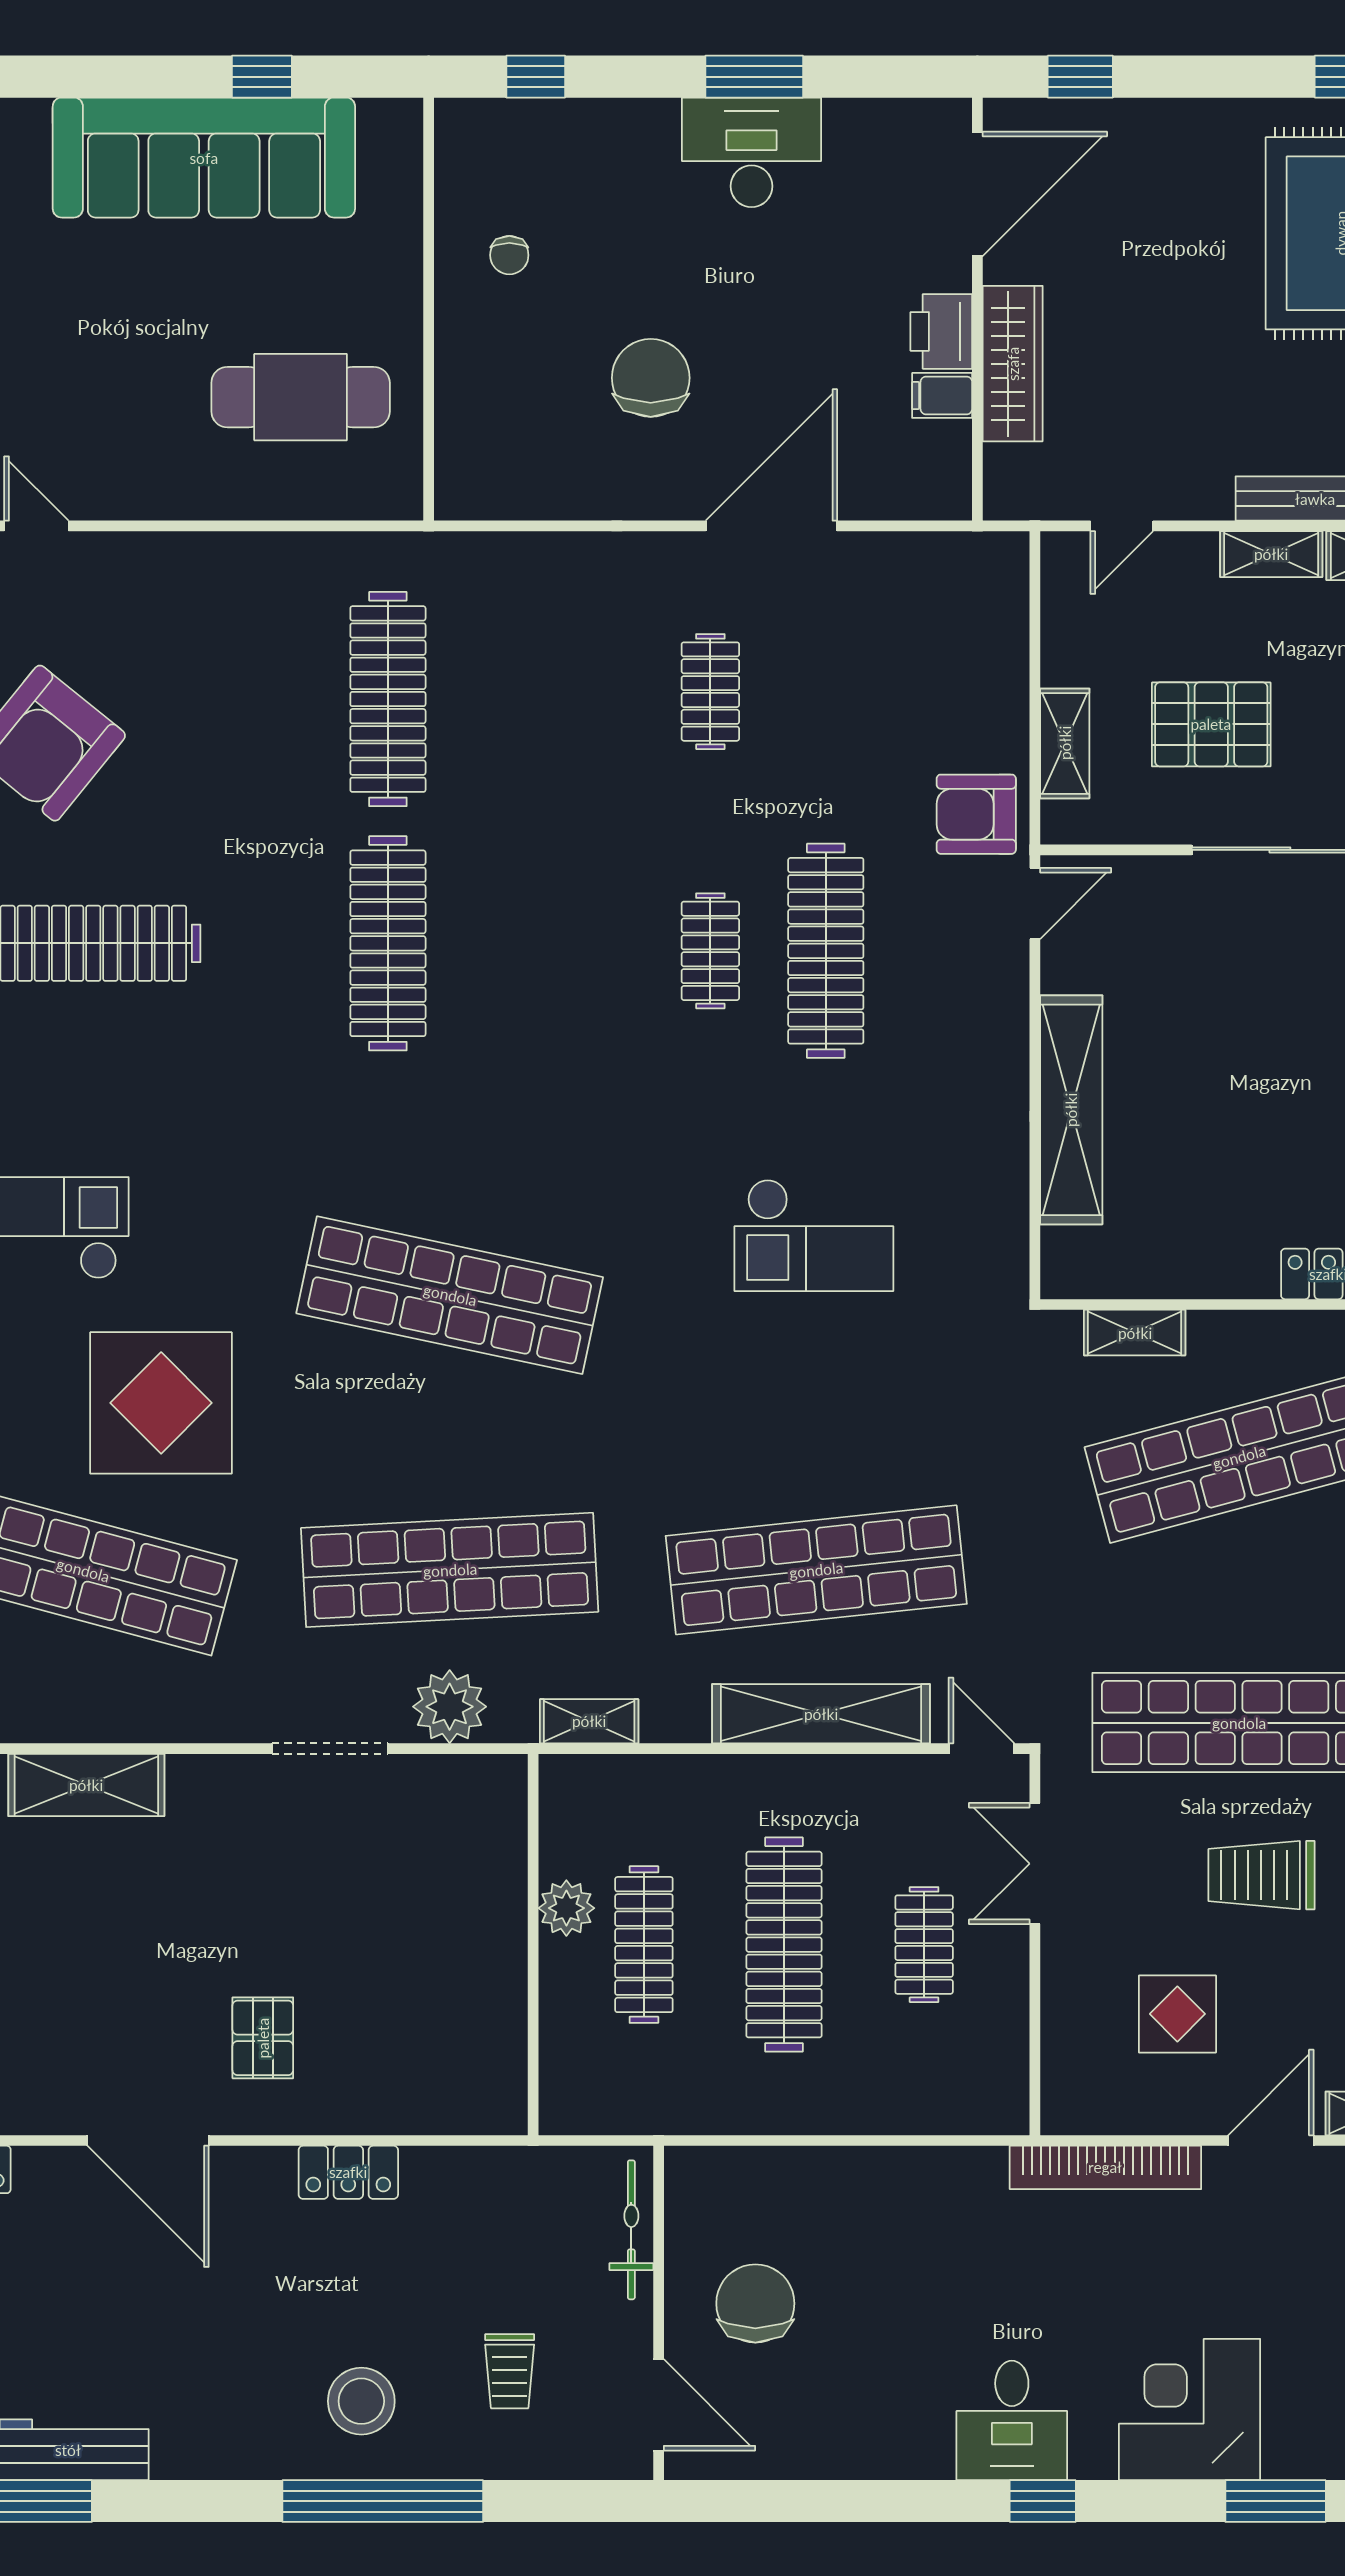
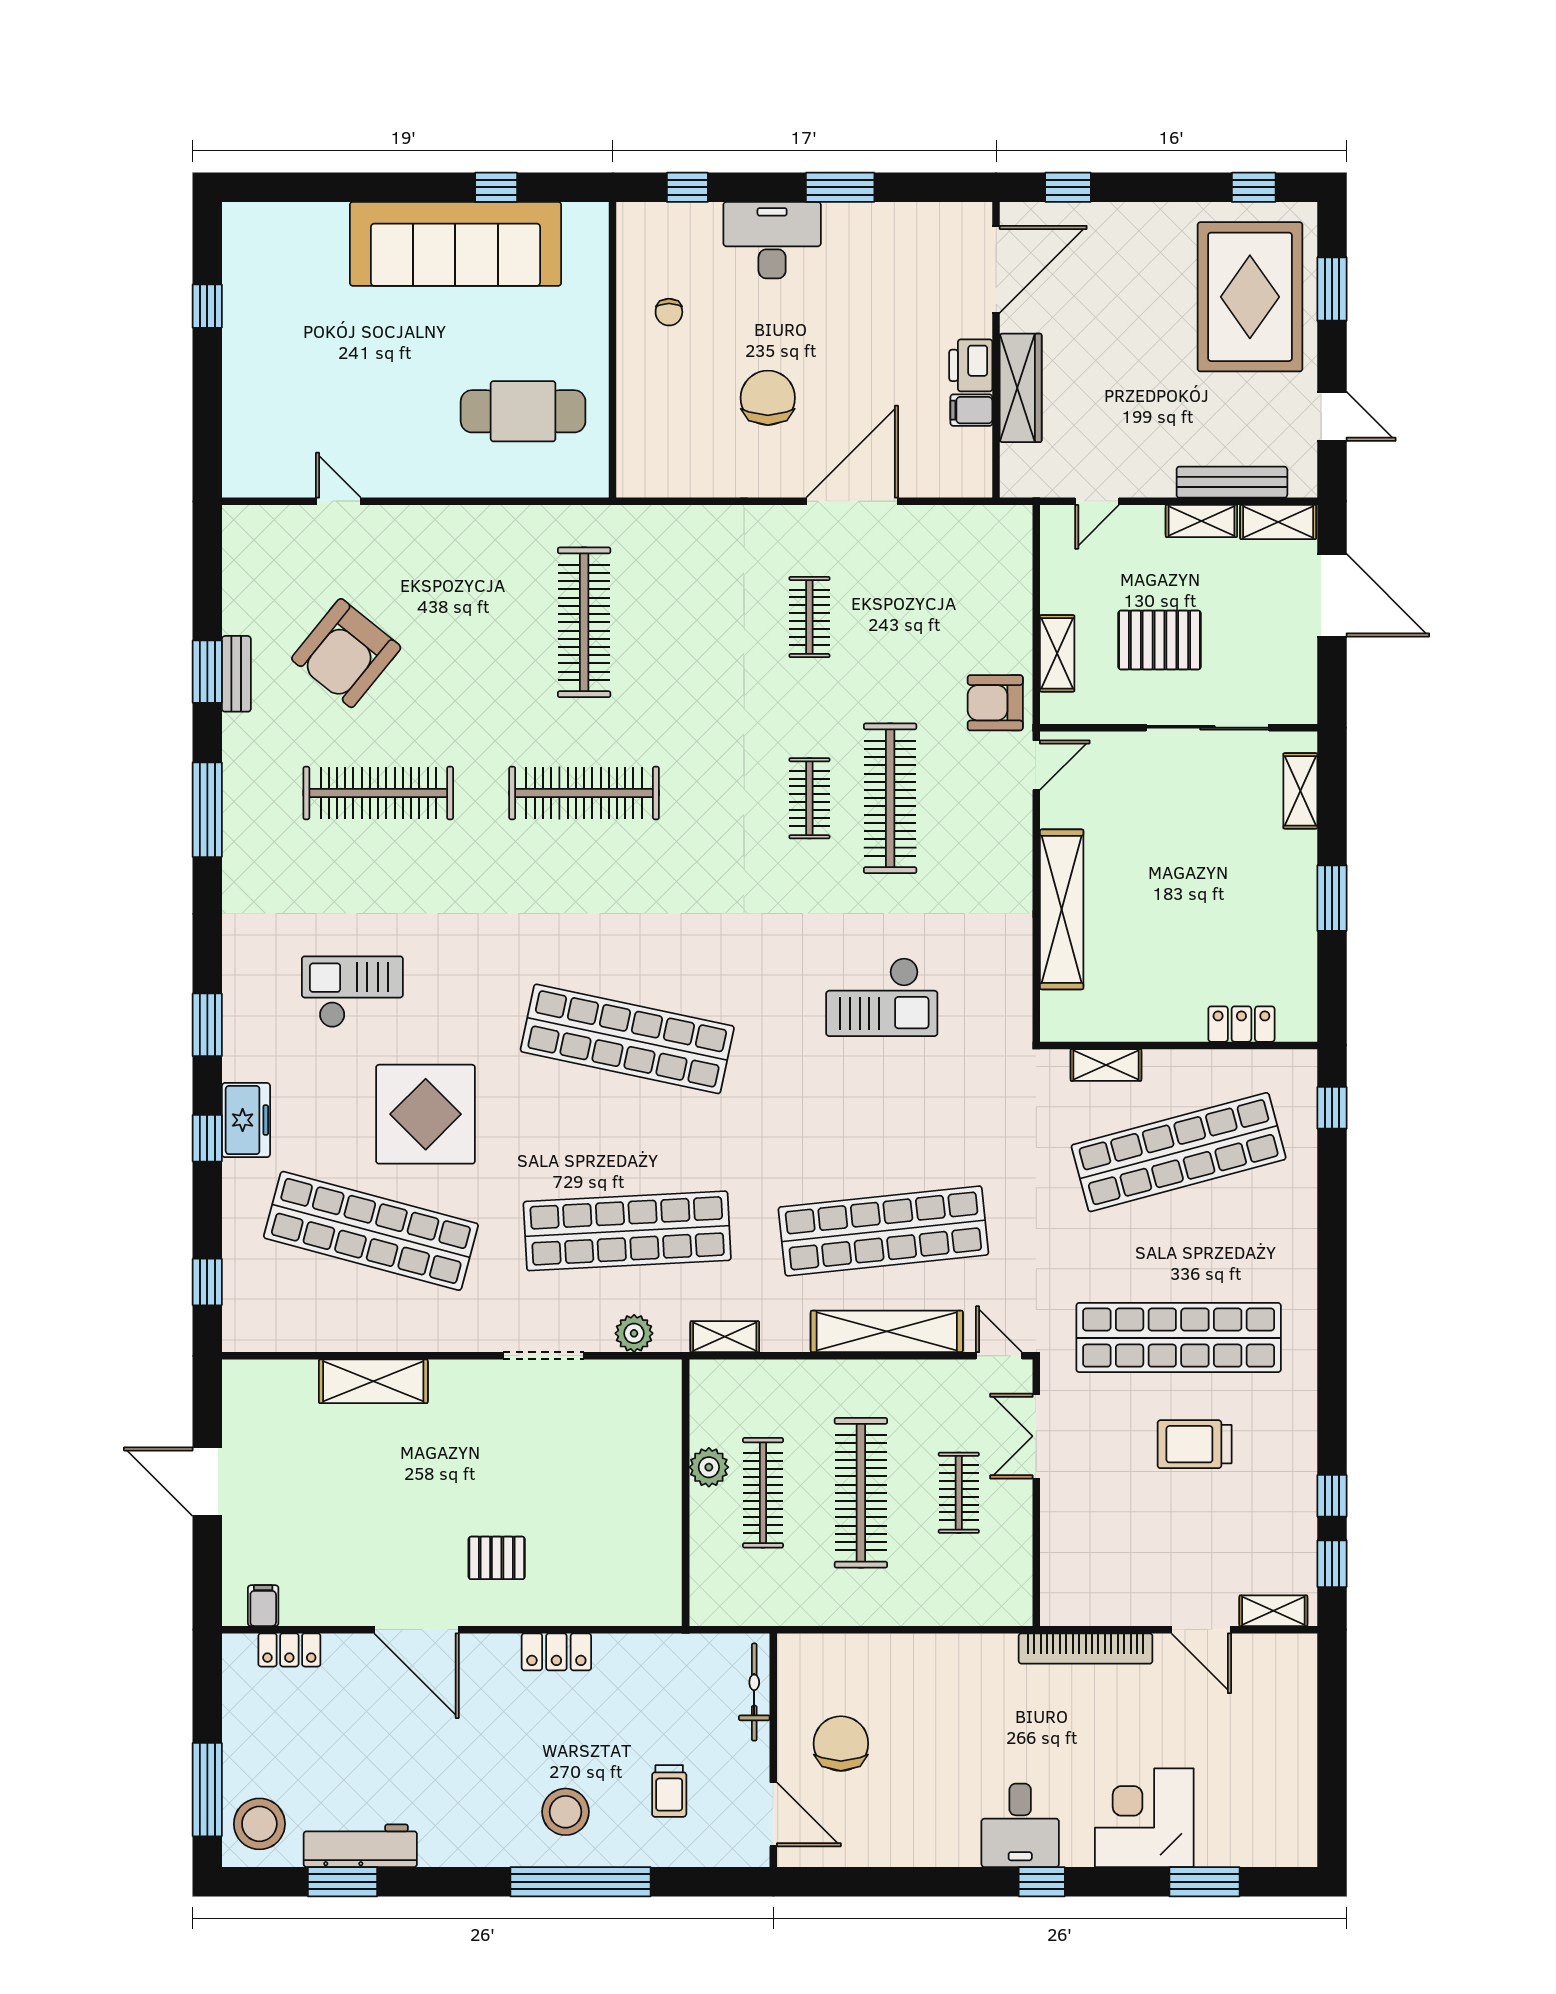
desk: (751, 152) -> (772, 240), moved
clothes rail: (388, 943) -> (584, 793), turned 90
plant: (450, 1707) -> (634, 1333), width x0.73, depth x0.73
display table: (1177, 2014) -> (1136, 1541), removed
pallet: (263, 2038) -> (497, 1558), turned 90
door: (1271, 2141) -> (1201, 1630), swing flipped

